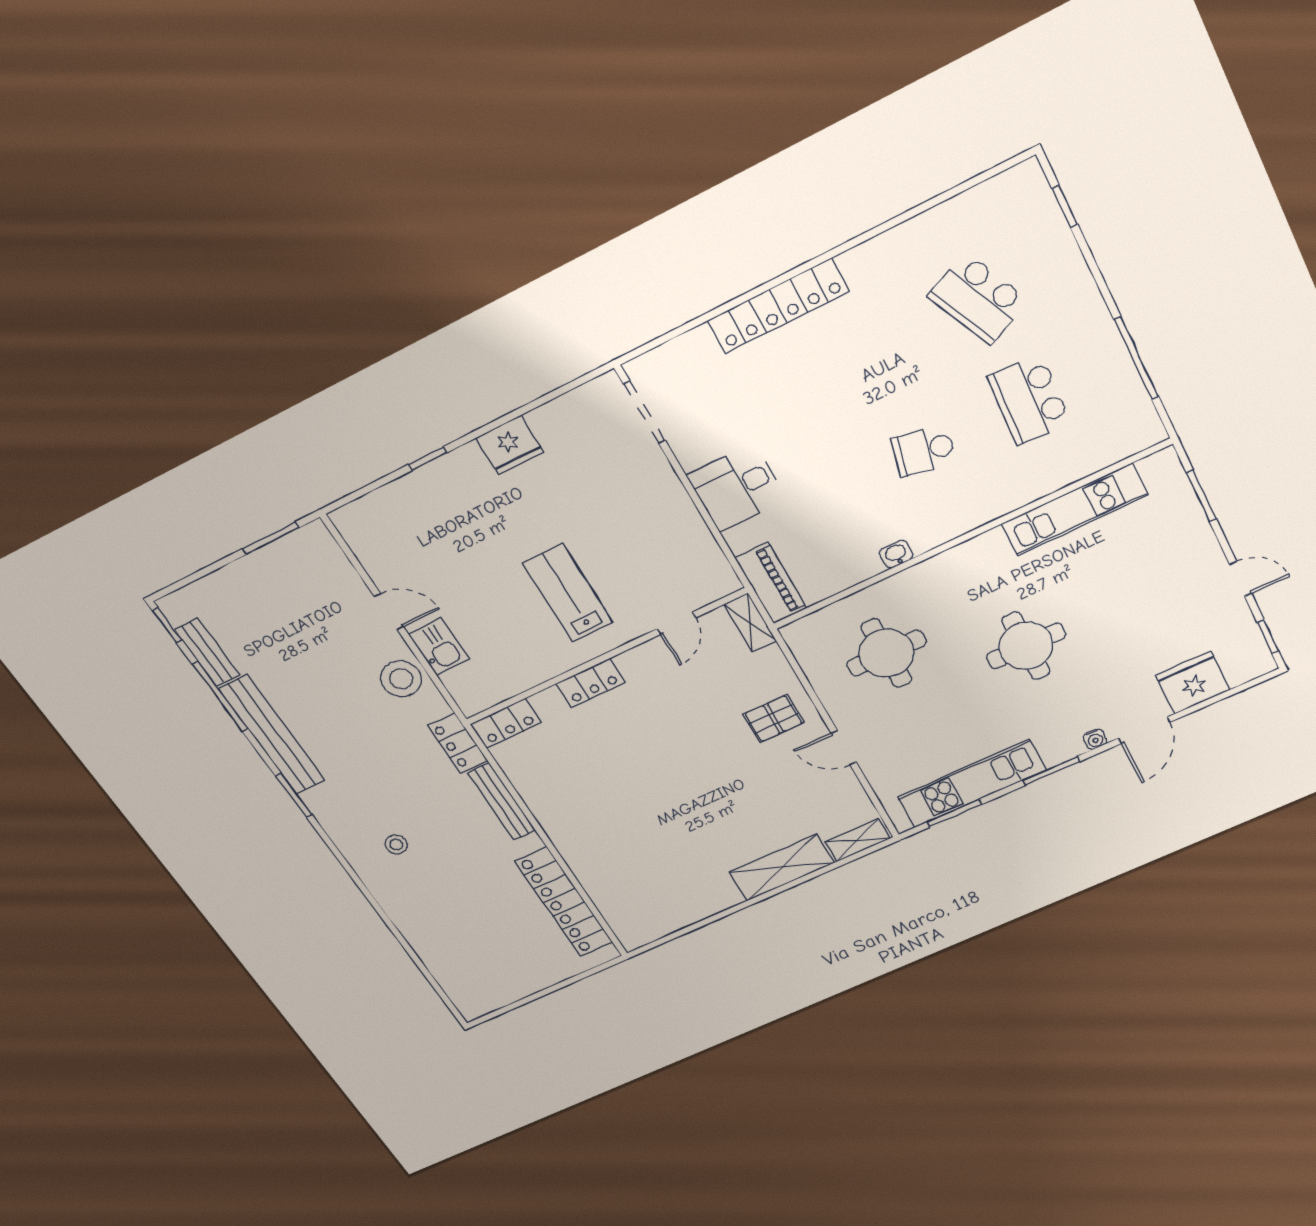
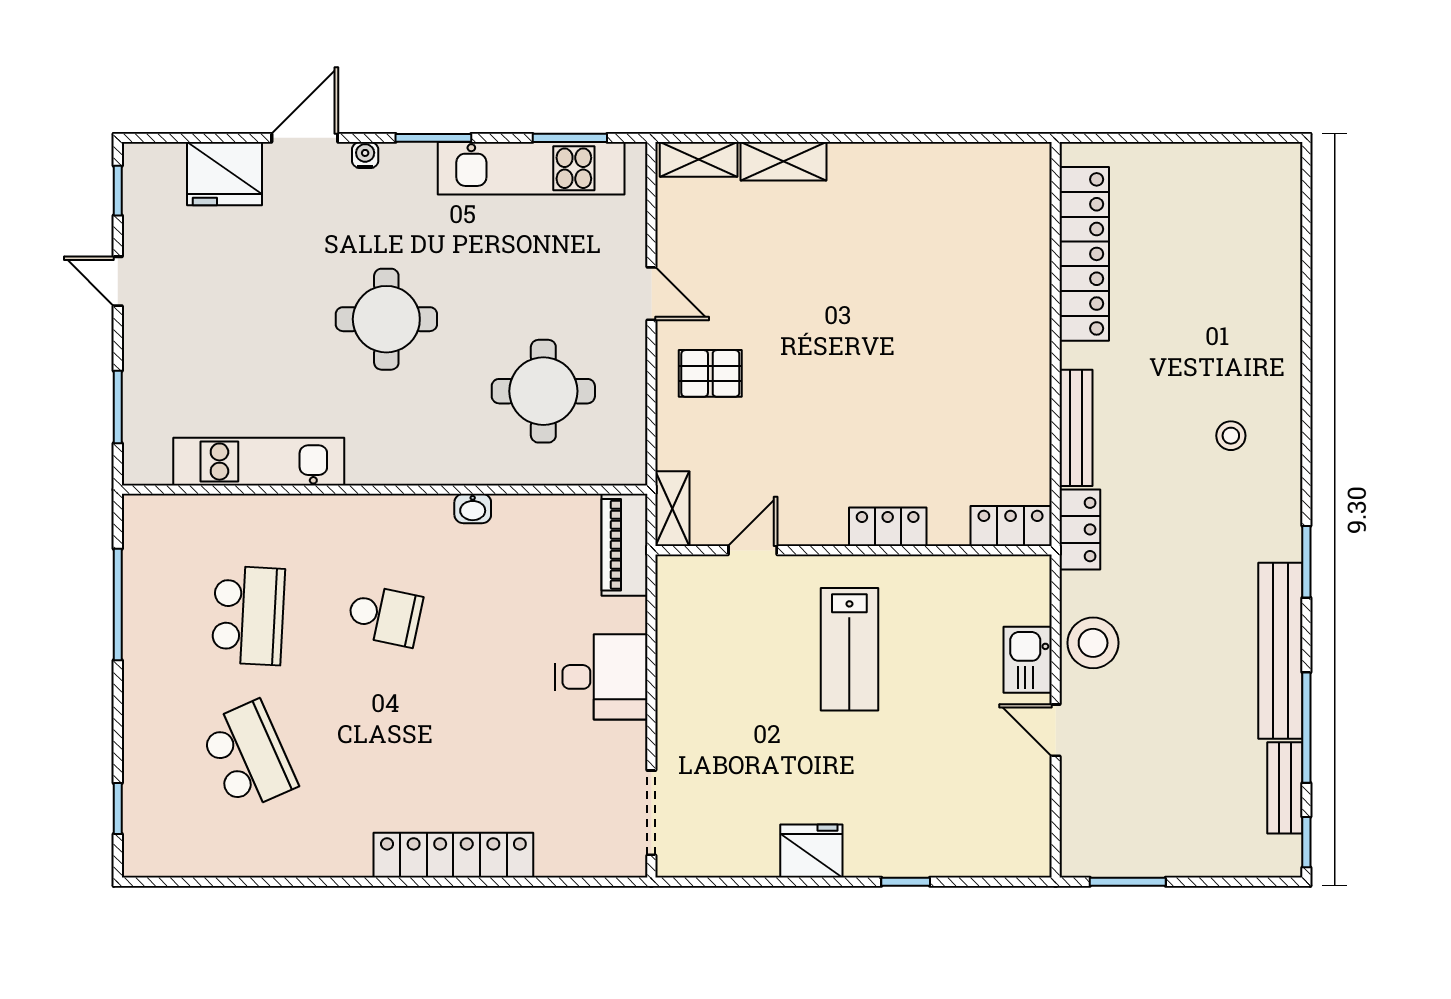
shelving: (782, 867) -> (784, 161), width x0.67, depth x0.75

